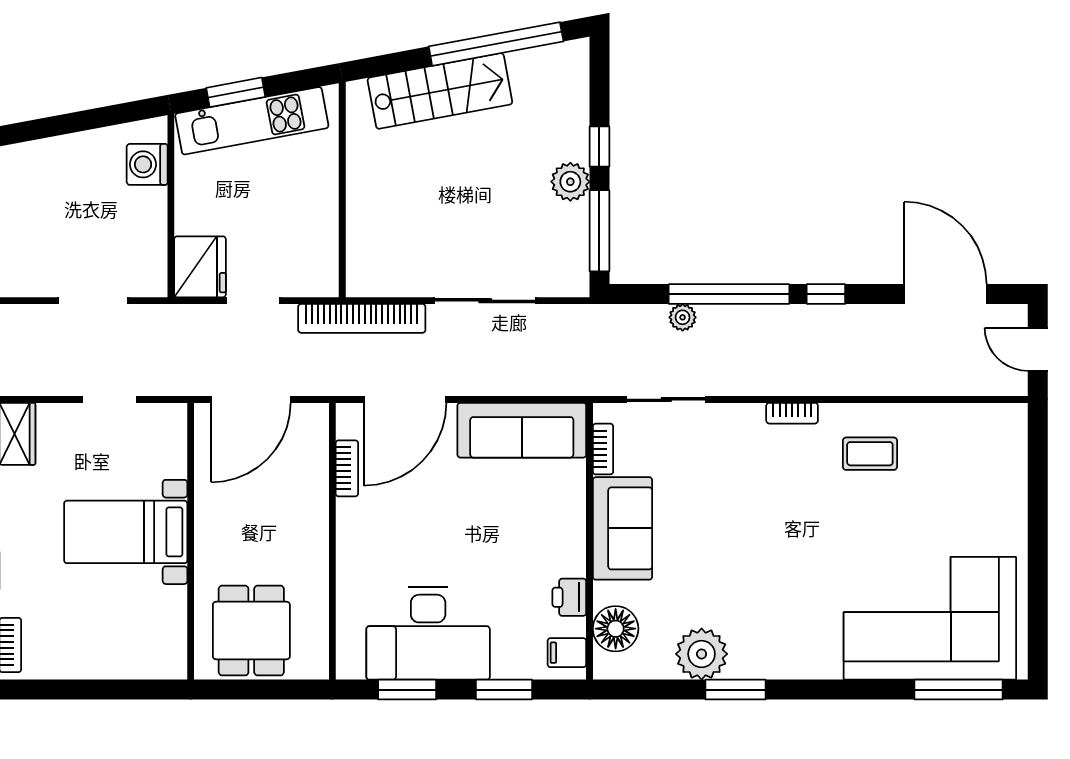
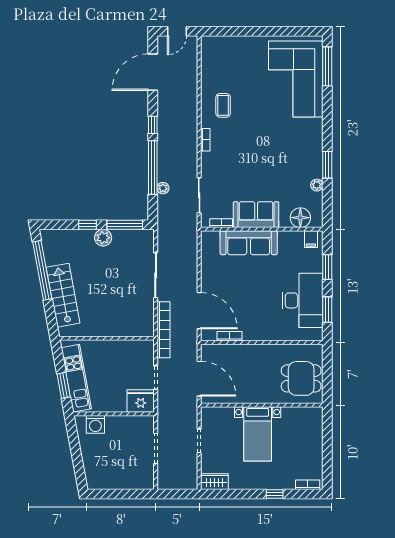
sofa: (522, 430) -> (249, 243), moved, turned 90
printer: (569, 597) -> (286, 238), removed
plant: (702, 654) -> (317, 185), width x0.53, depth x0.53

